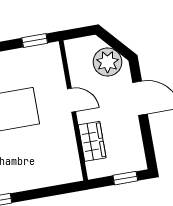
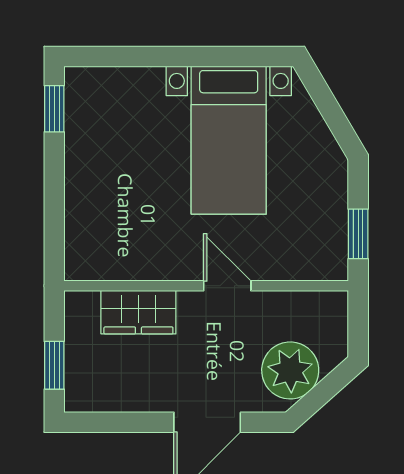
door: (71, 100) -> (227, 286), swing flipped

